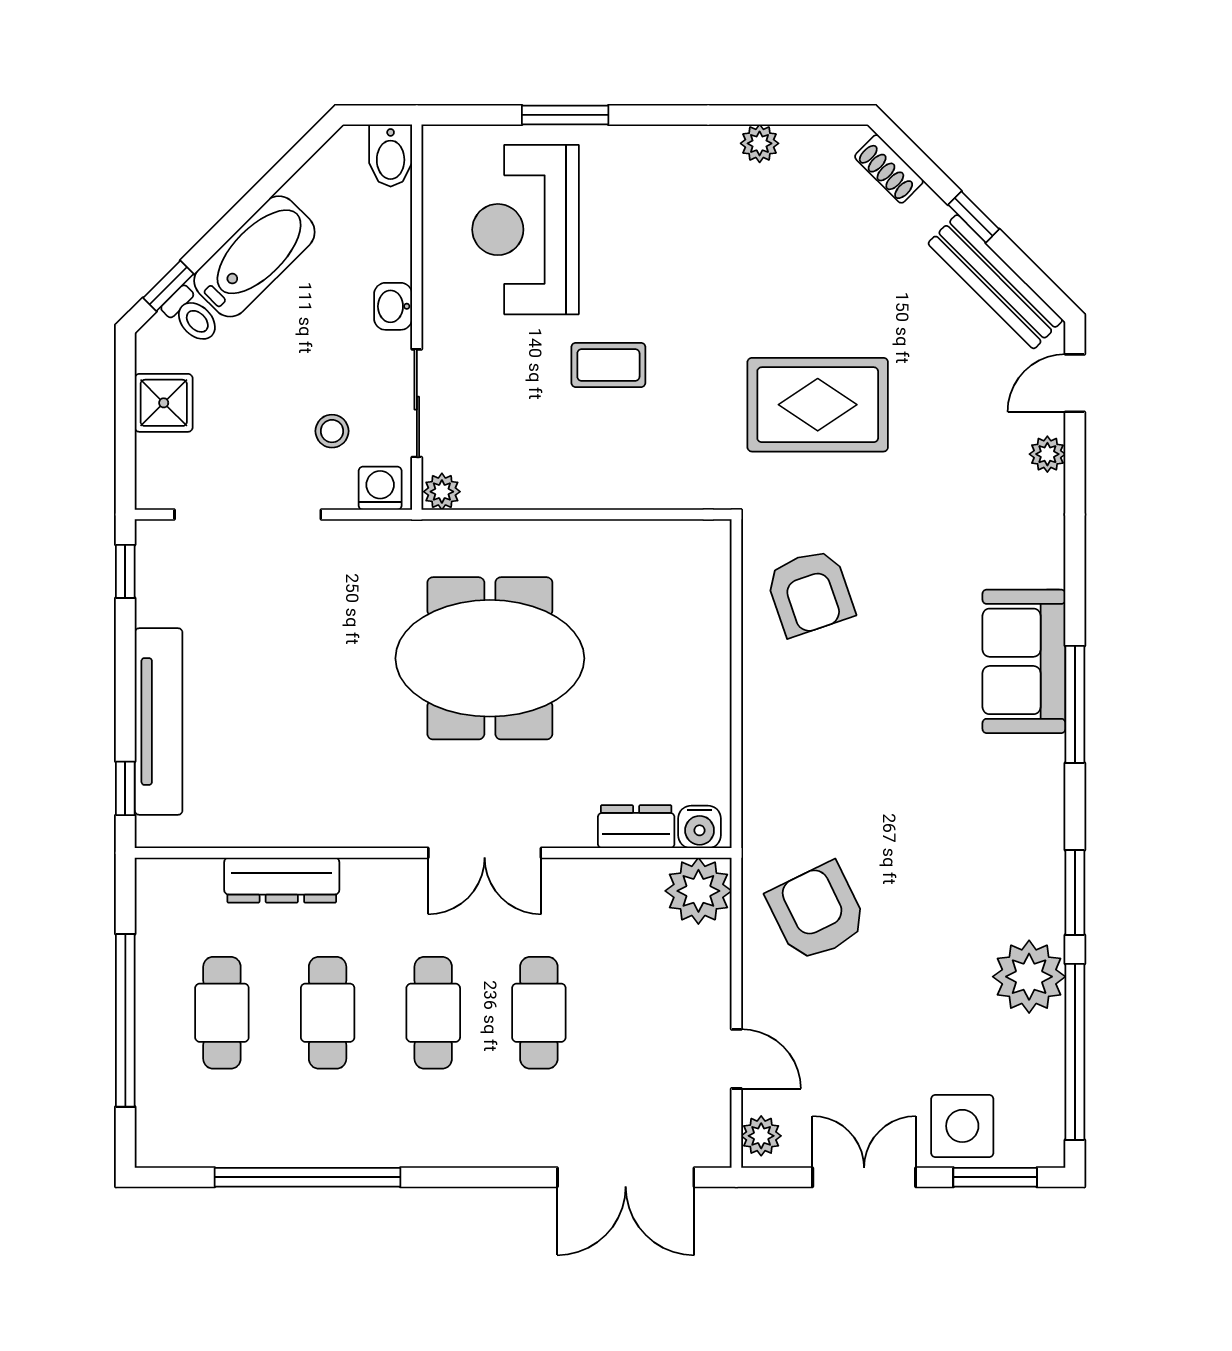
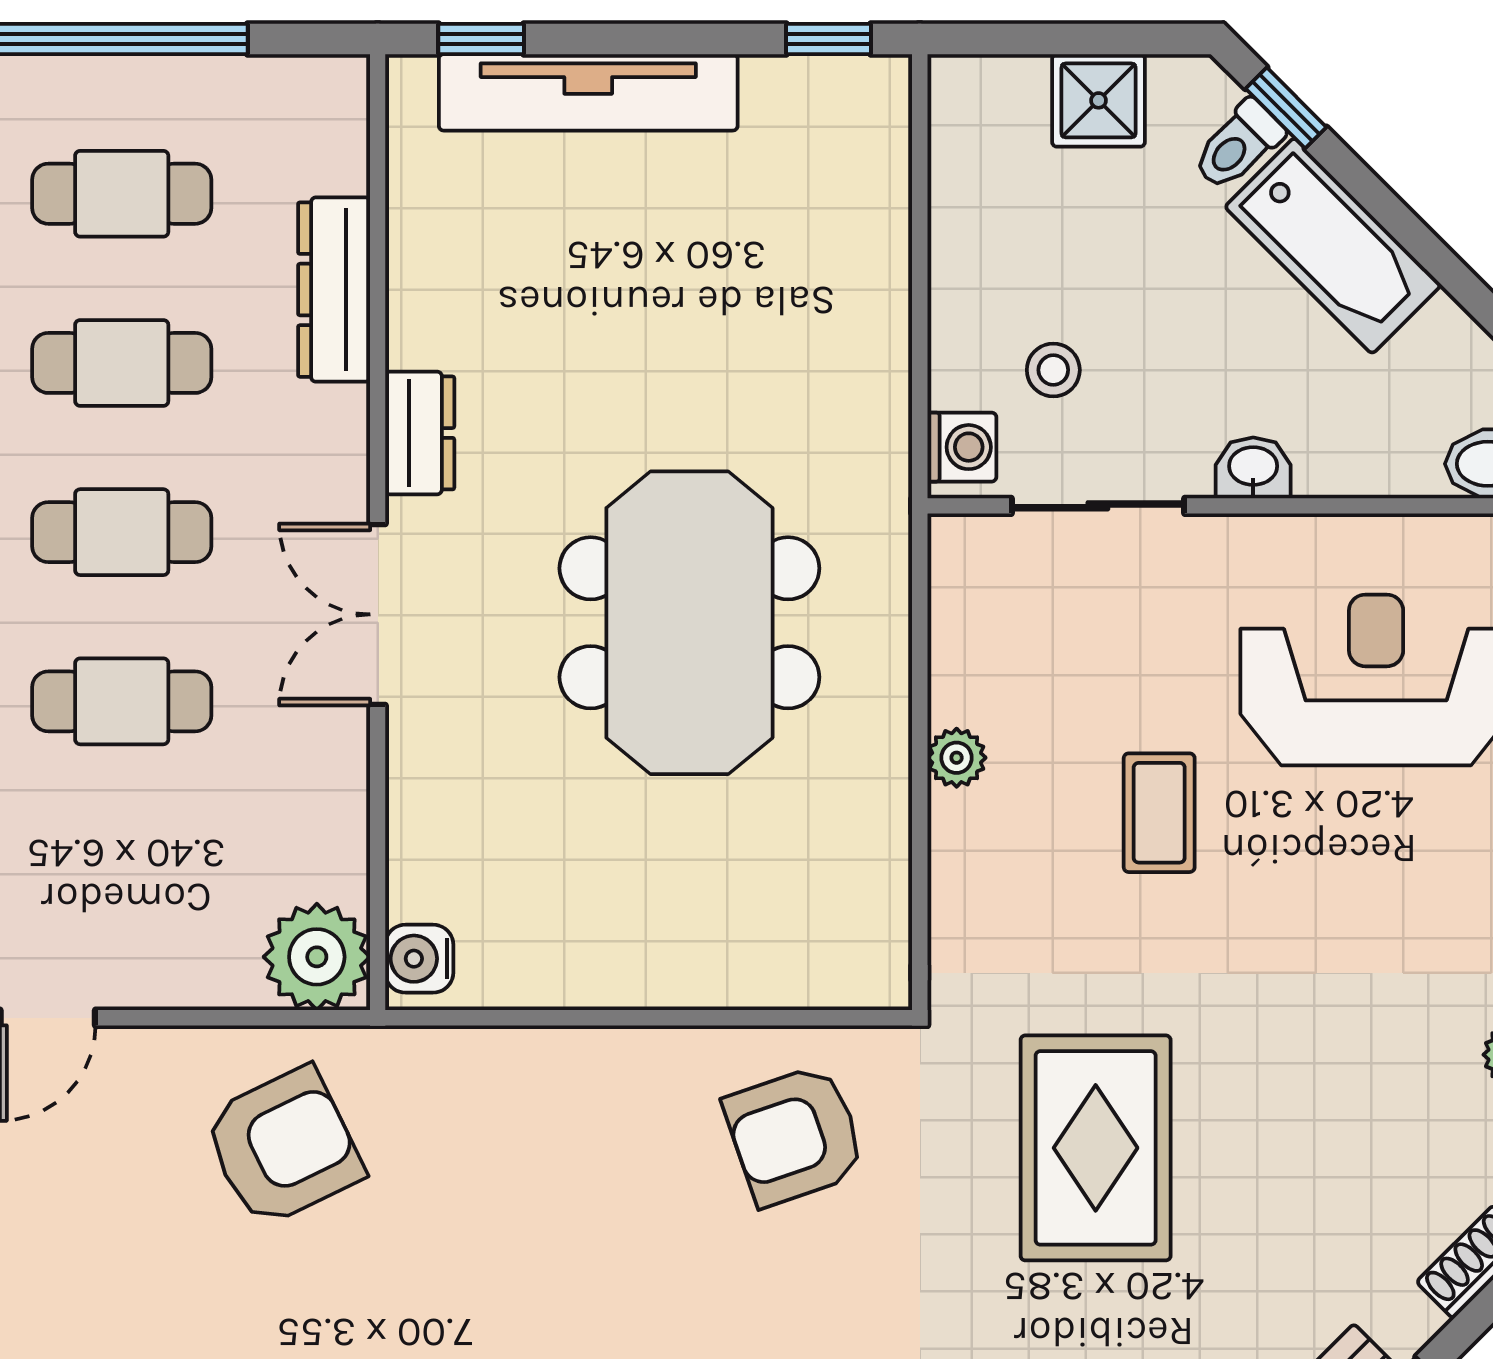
plant: (442, 492) -> (957, 758), moved
doorway: (248, 514) -> (920, 235), removed
dresser: (636, 827) -> (420, 433), moved

